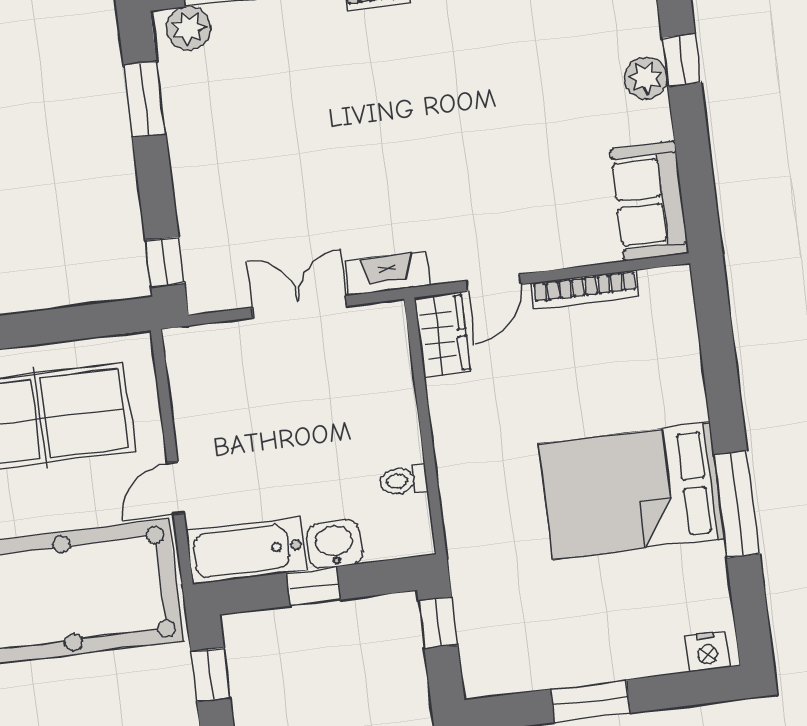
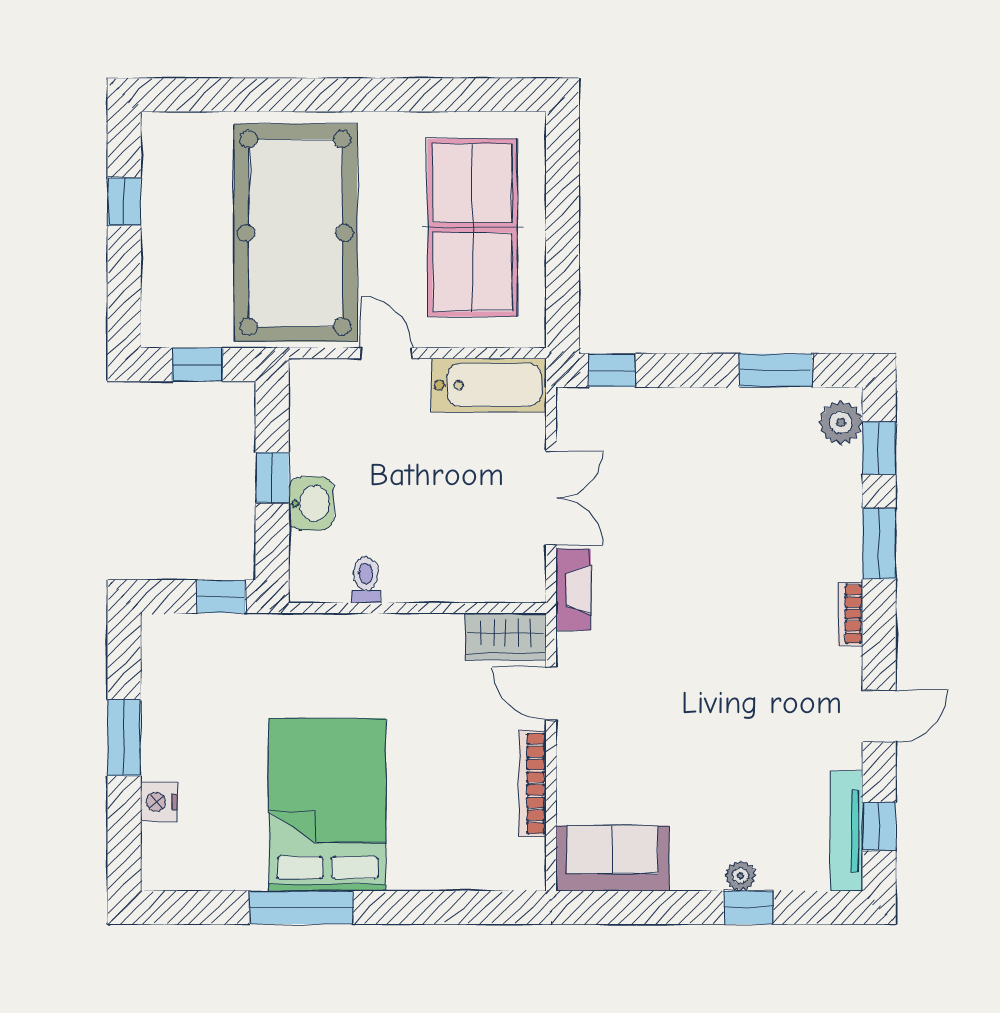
plant: (646, 78) -> (741, 876), width x0.73, depth x0.73
bathtub: (247, 551) -> (489, 385), moved, turned 90
nightstand: (707, 652) -> (159, 802), moved

